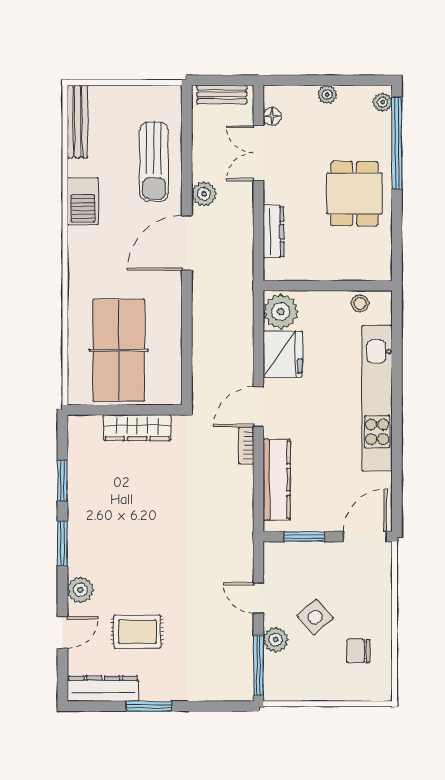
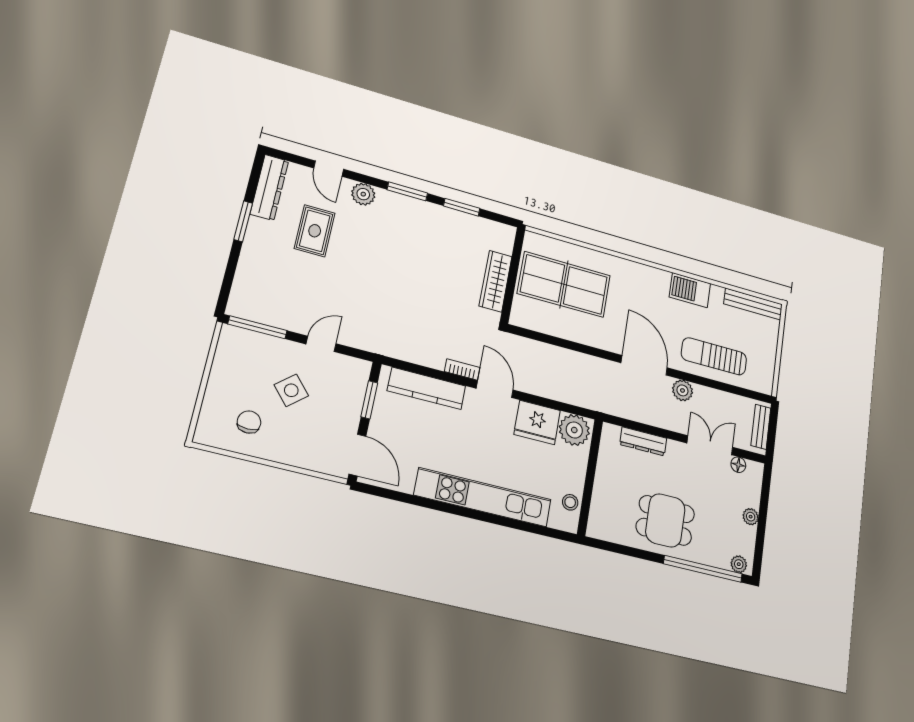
plant: (276, 640) -> (278, 349), removed

